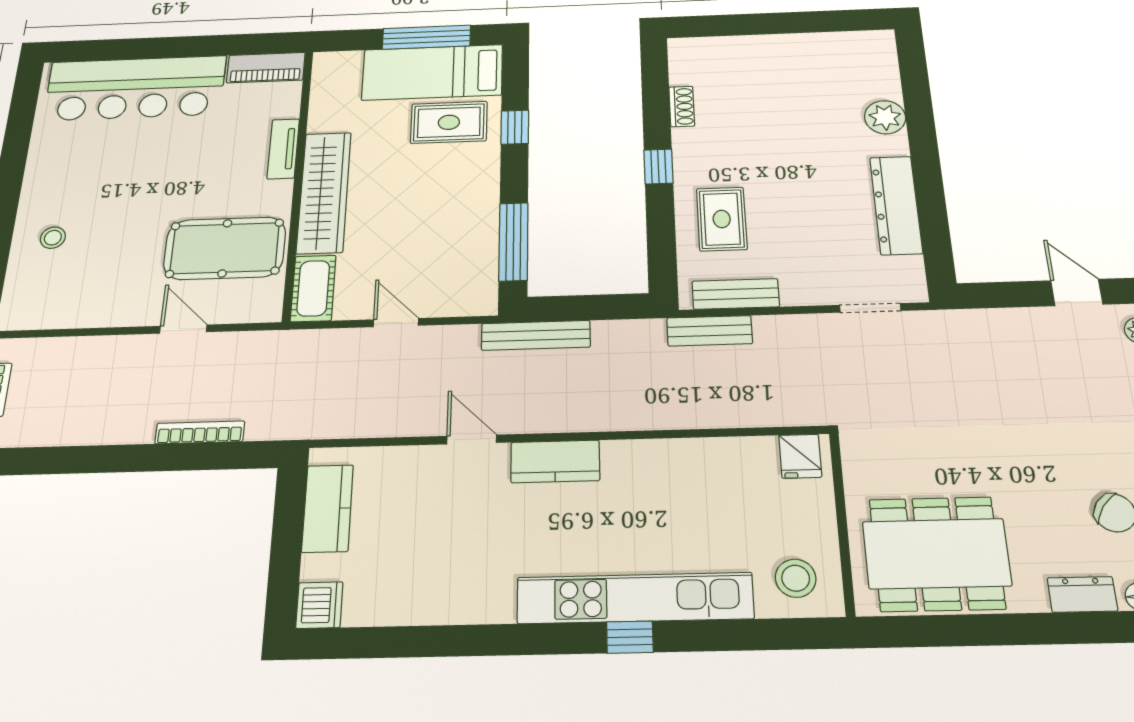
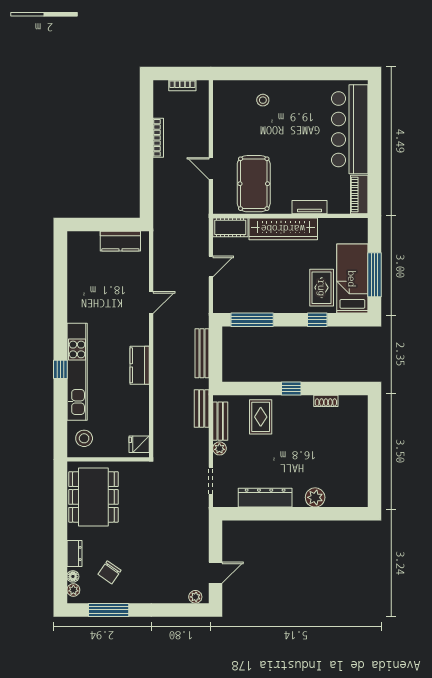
rug: (722, 219) -> (261, 417), turned 90
plant: (796, 294) -> (219, 448), added
door: (183, 329) -> (211, 169), swing flipped
bench: (536, 335) -> (202, 353), moved
bookcase: (200, 432) -> (158, 138), moved
kitchen counter: (555, 461) -> (140, 365), moved
dishwasher: (319, 605) -> (77, 240), removed

